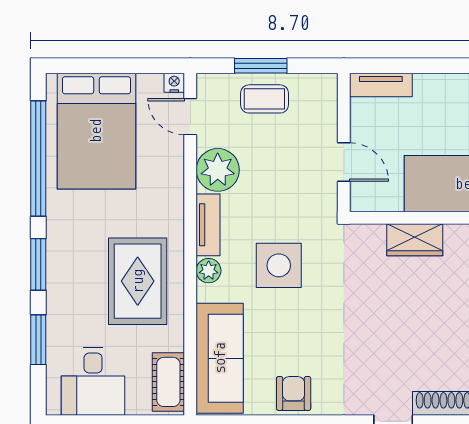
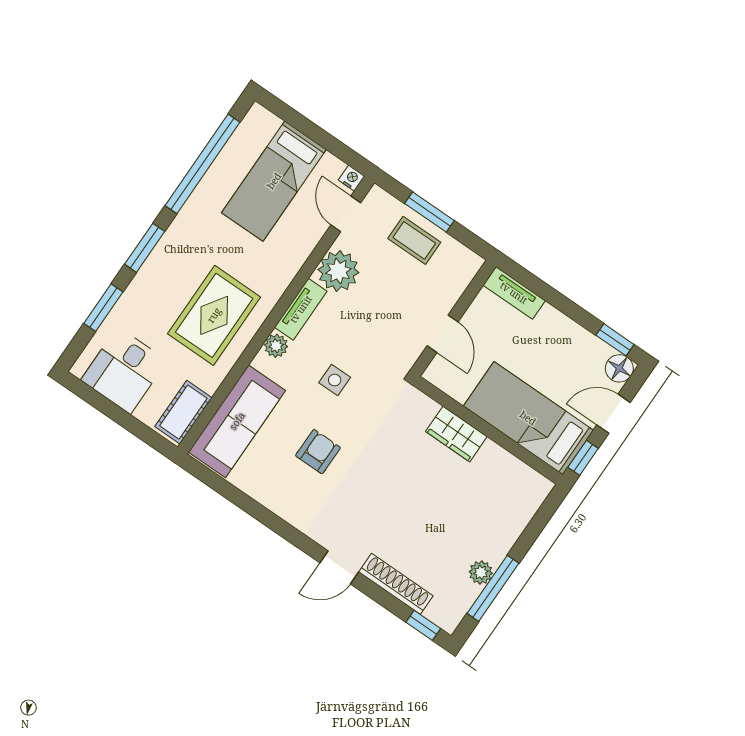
bed: (96, 131) -> (274, 181), width x0.67
side table: (279, 265) -> (335, 380), width x0.54, depth x0.54
armchair: (294, 393) -> (318, 452), moved

